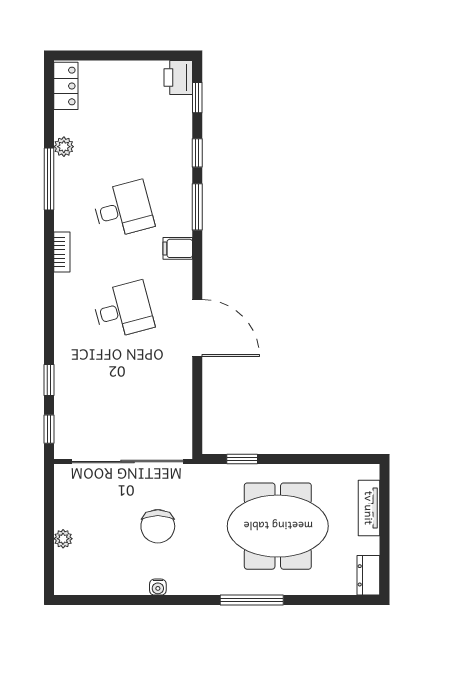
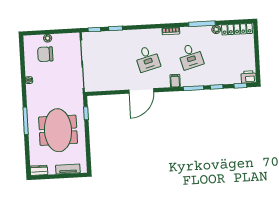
locker: (66, 86) -> (237, 29), width x1.53
chair: (158, 526) -> (45, 54), moved

